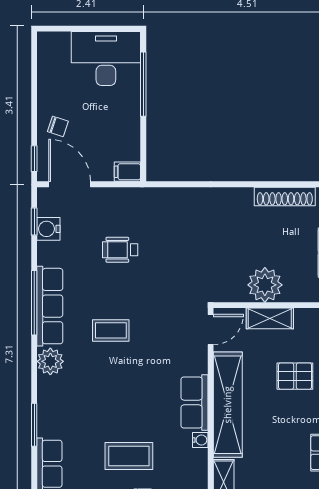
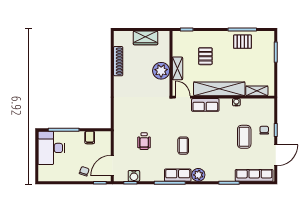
filing cabinet: (127, 172) -> (90, 137), moved
row of seats: (50, 306) -> (178, 175), width x0.68
row of seats: (194, 402) -> (205, 105), moved

